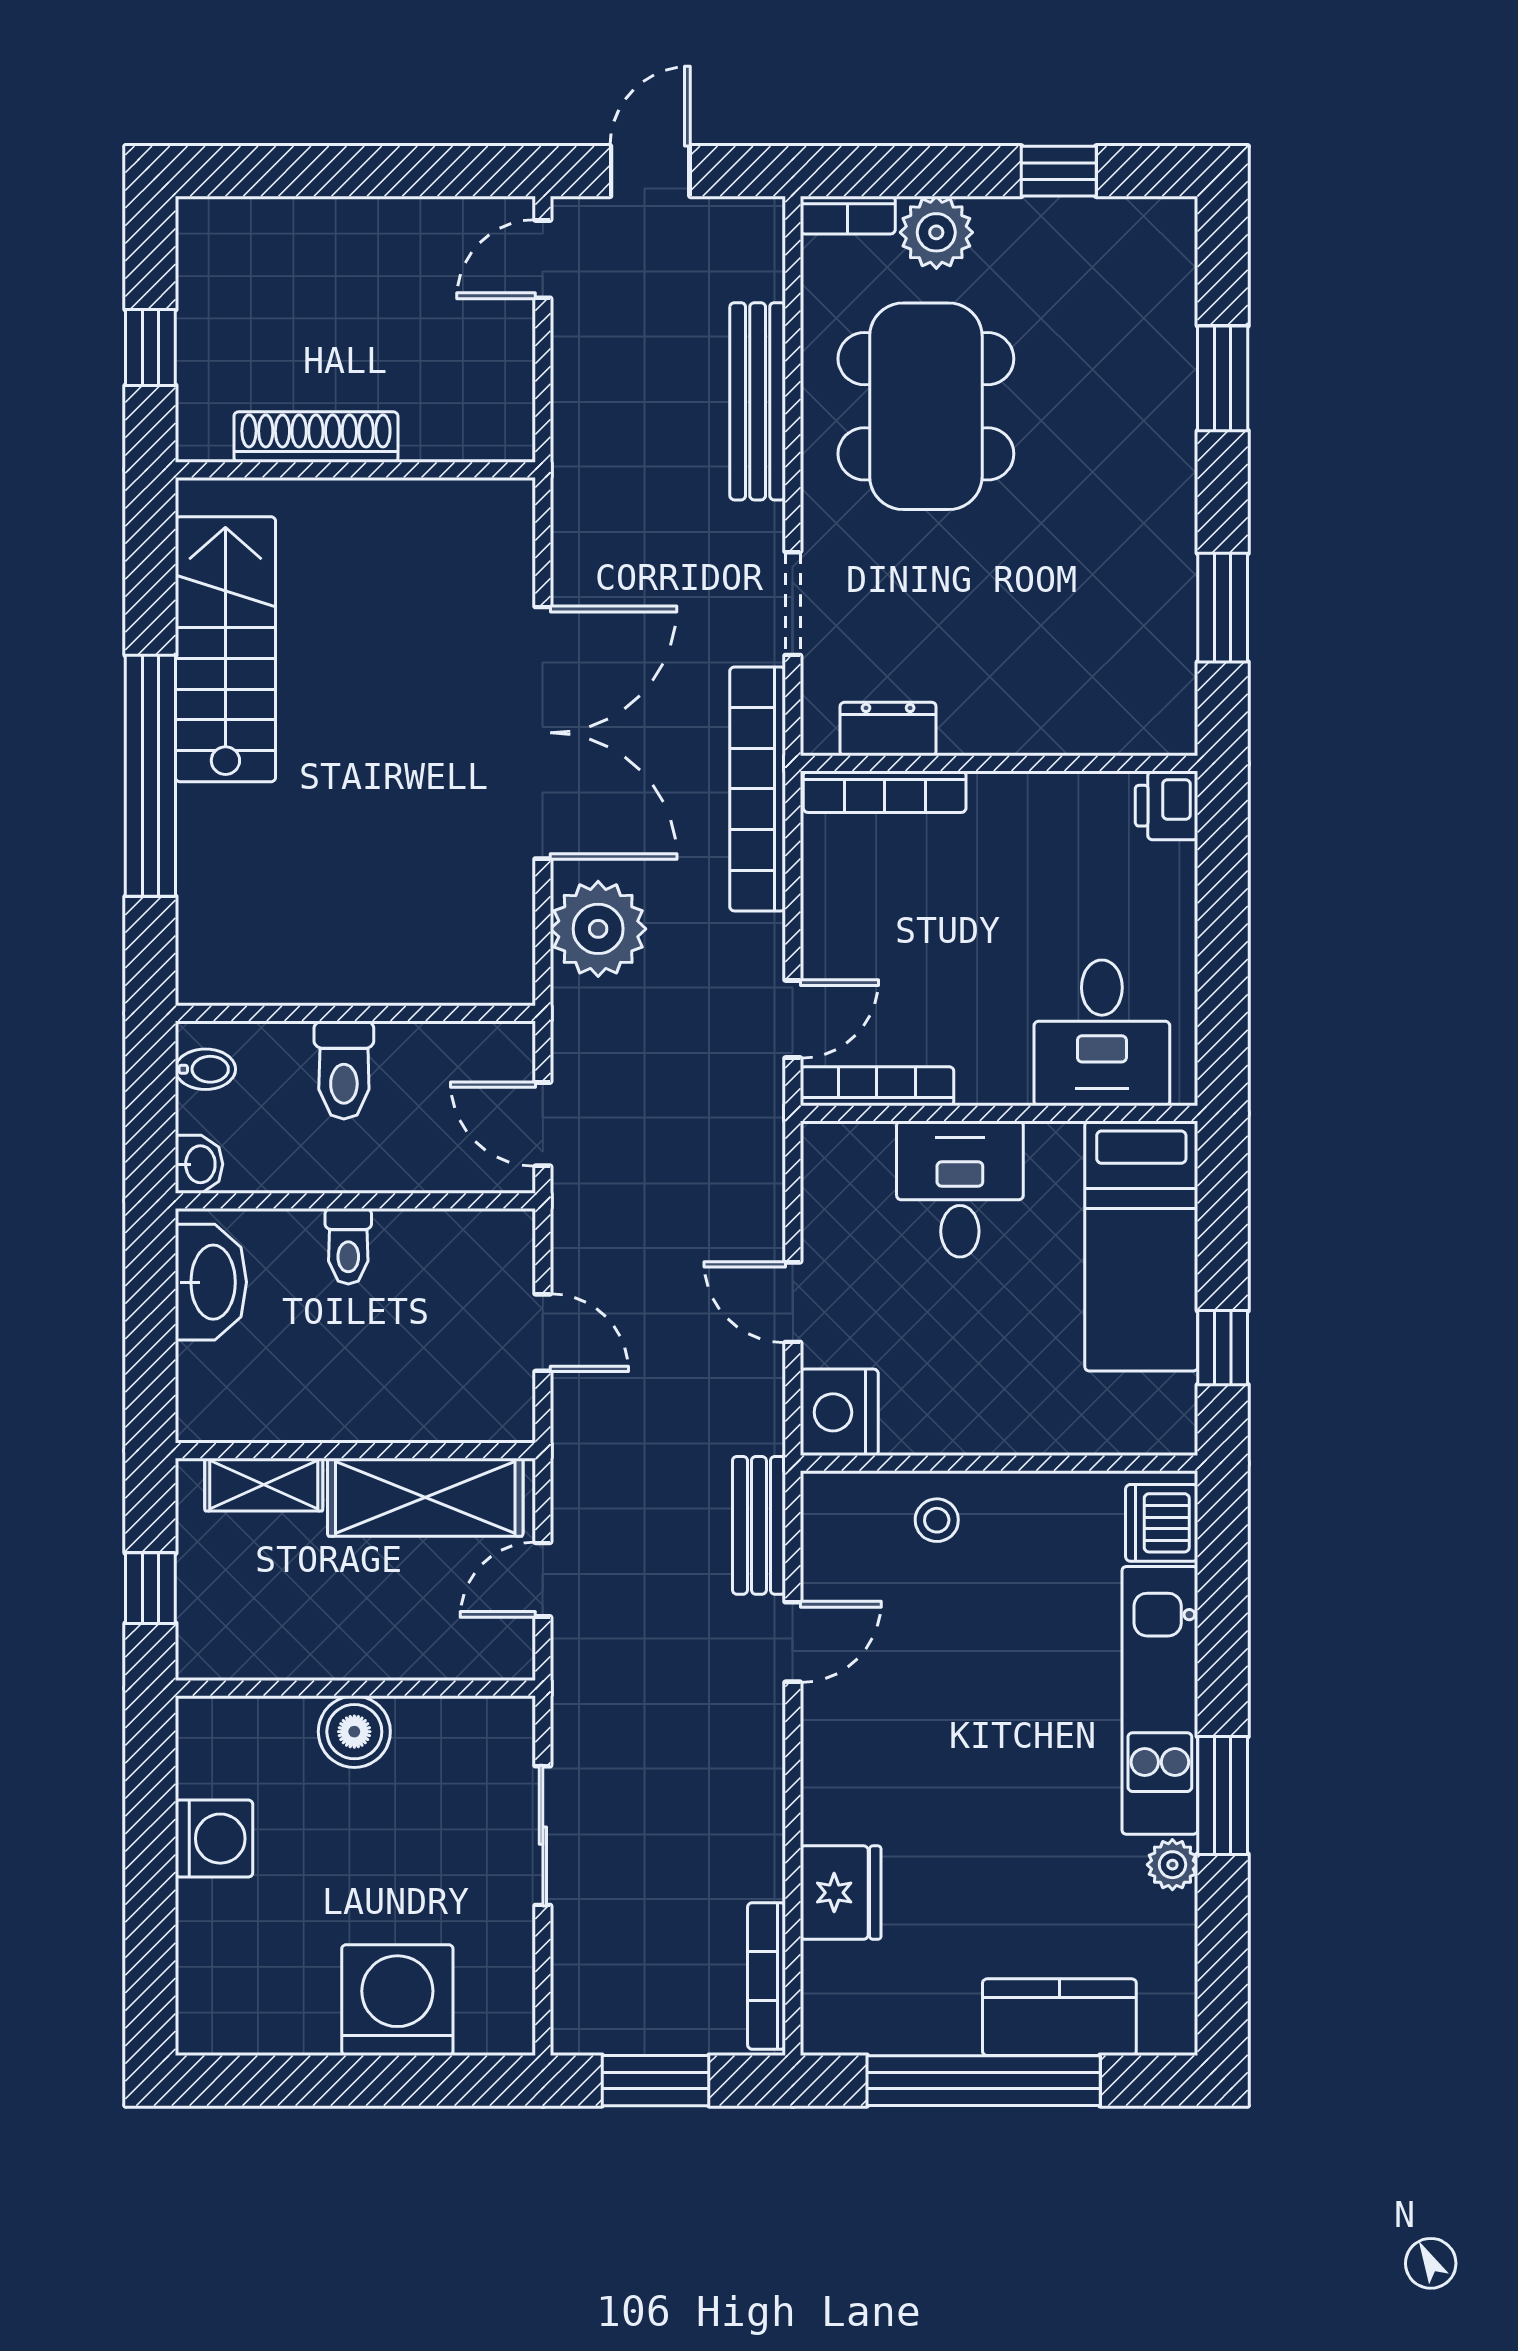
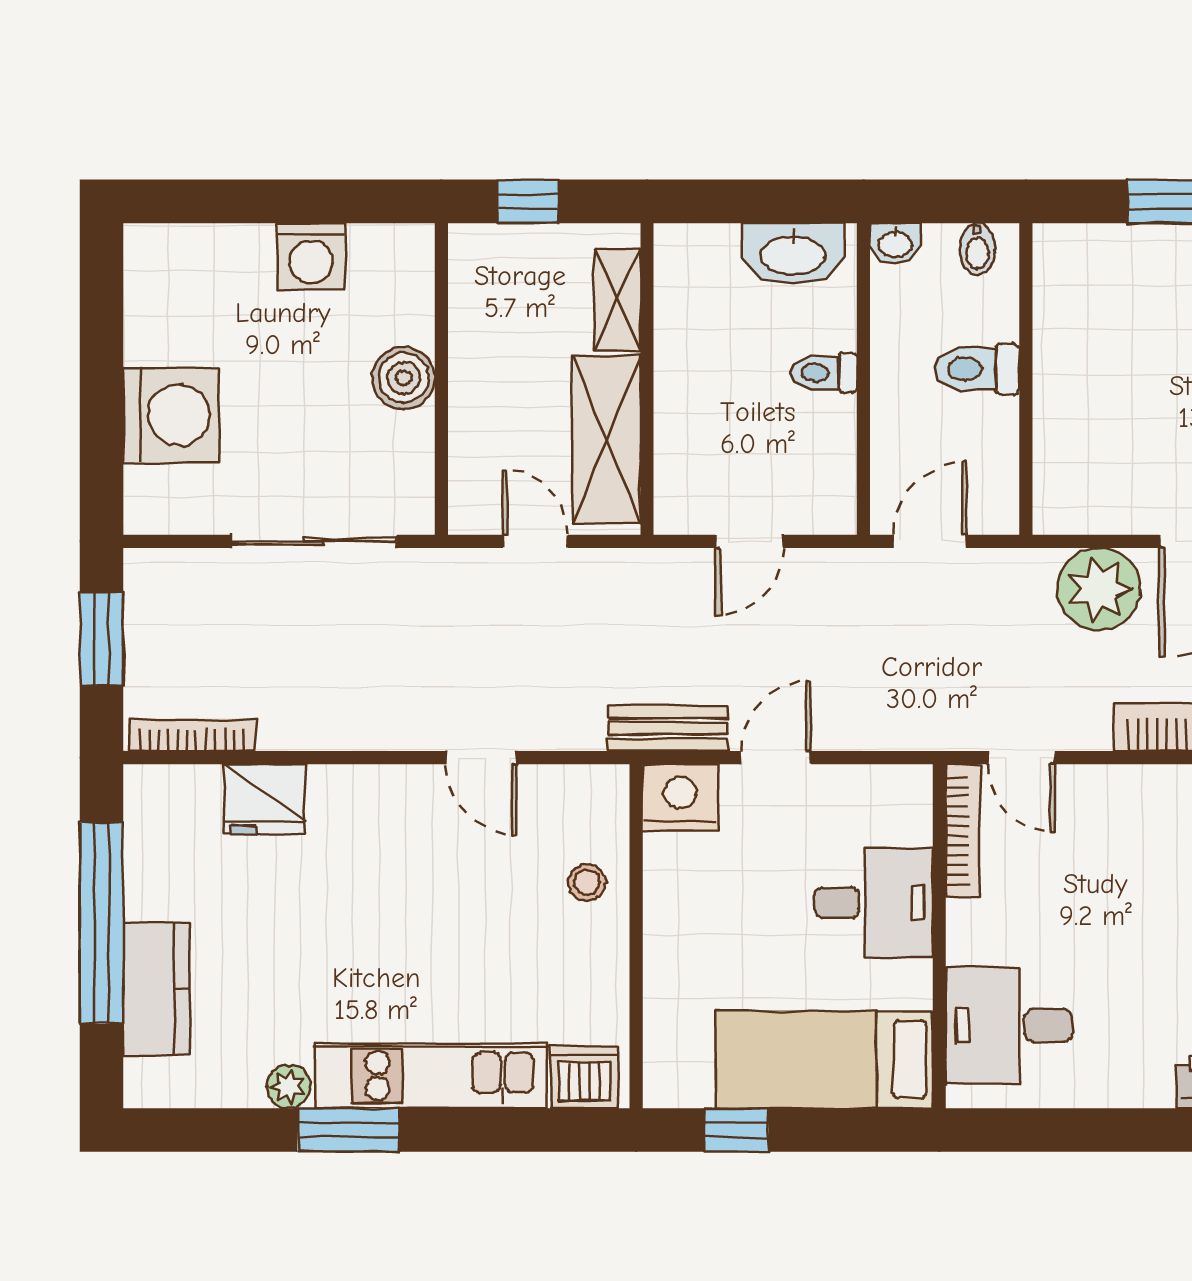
bench: (759, 1525) -> (668, 728), moved
sliding door: (543, 1836) -> (314, 541), width x1.37

